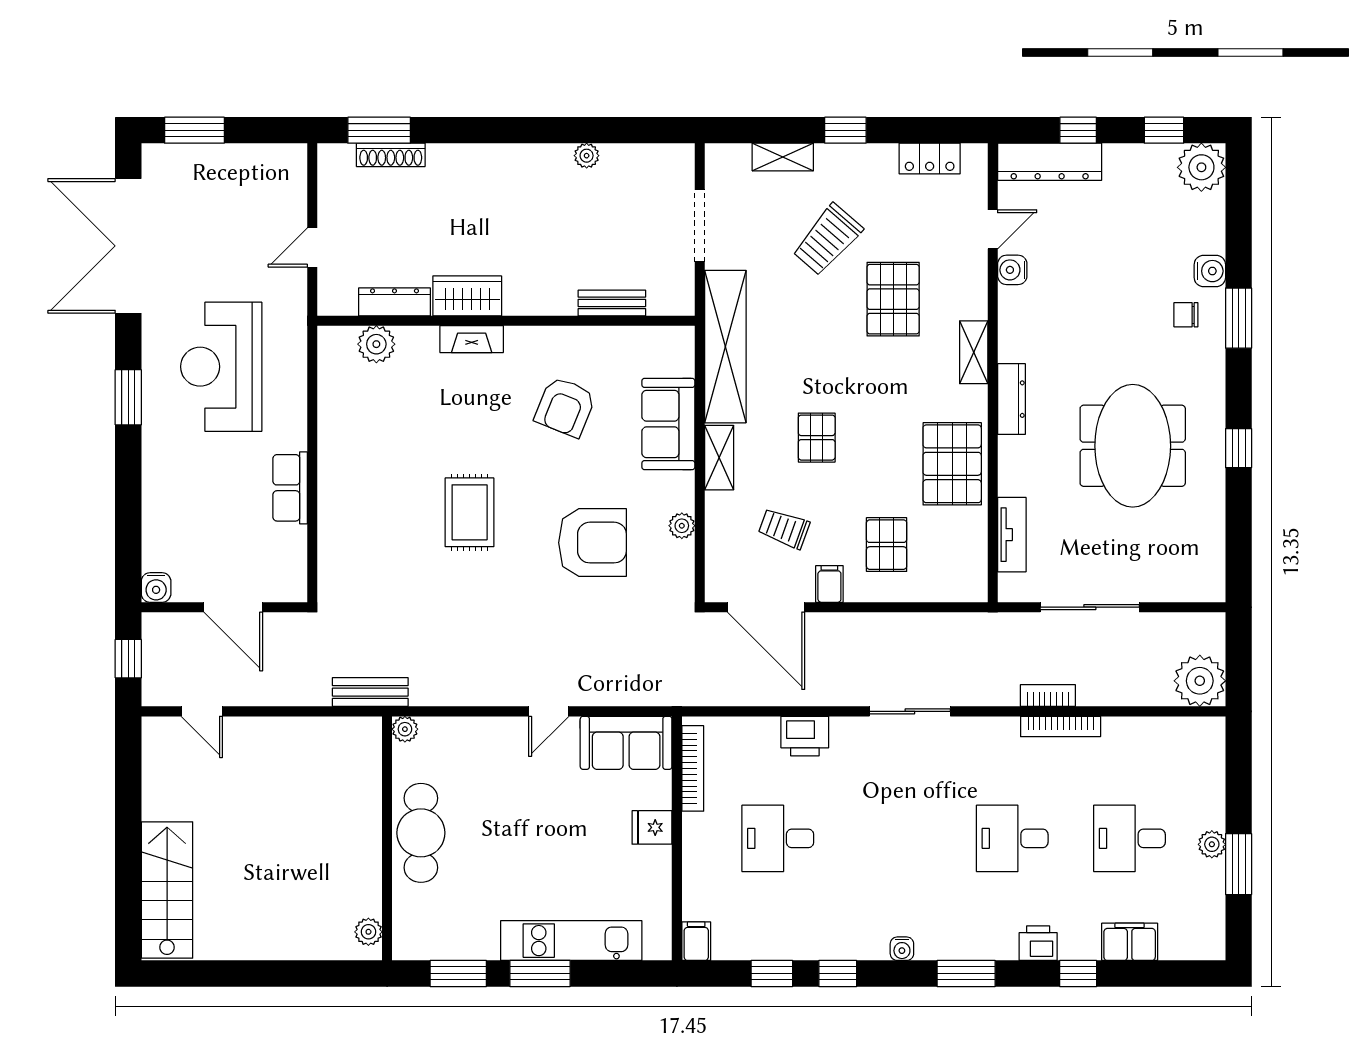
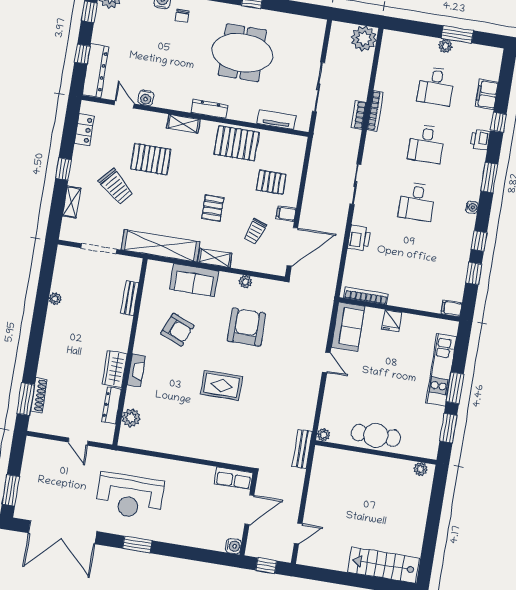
pallet: (817, 438) -> (213, 208), turned 90
row of seats: (290, 488) -> (234, 478), moved
desk: (778, 838) -> (417, 202), moved

